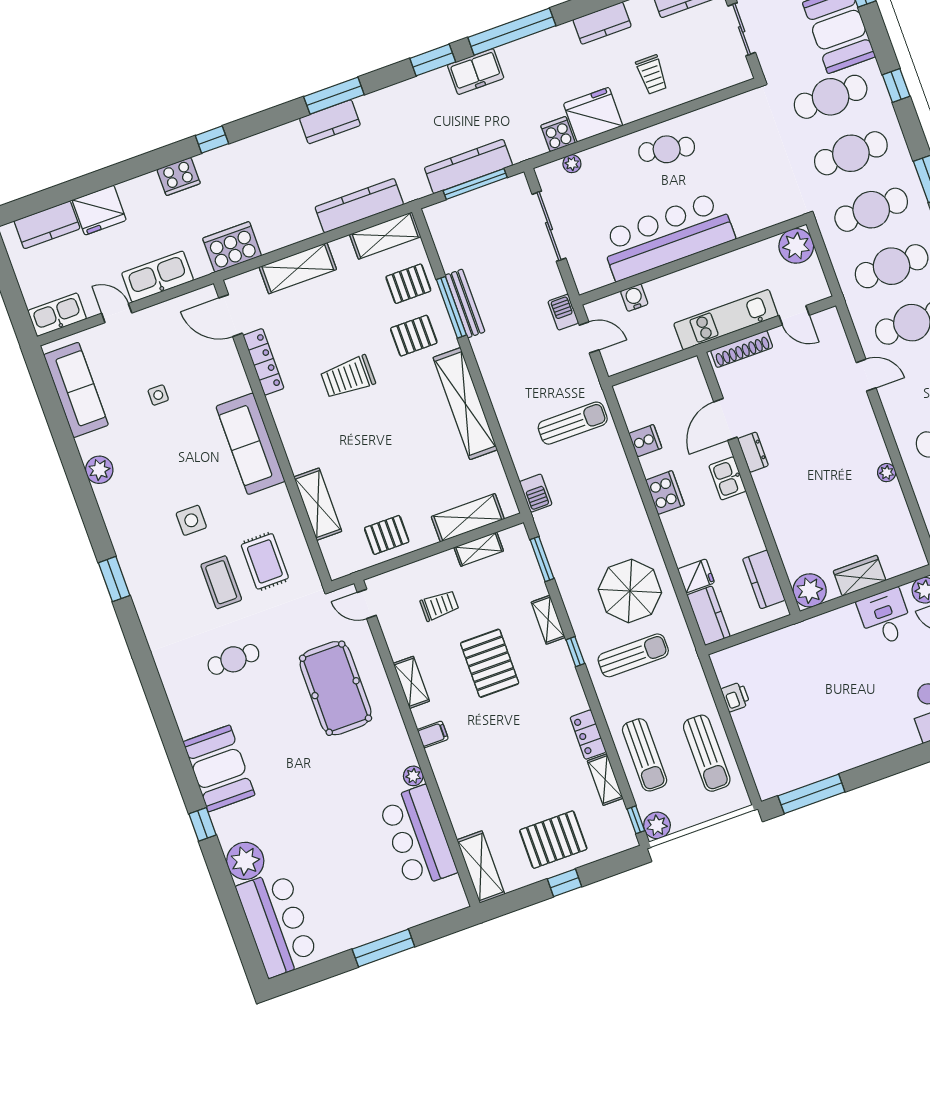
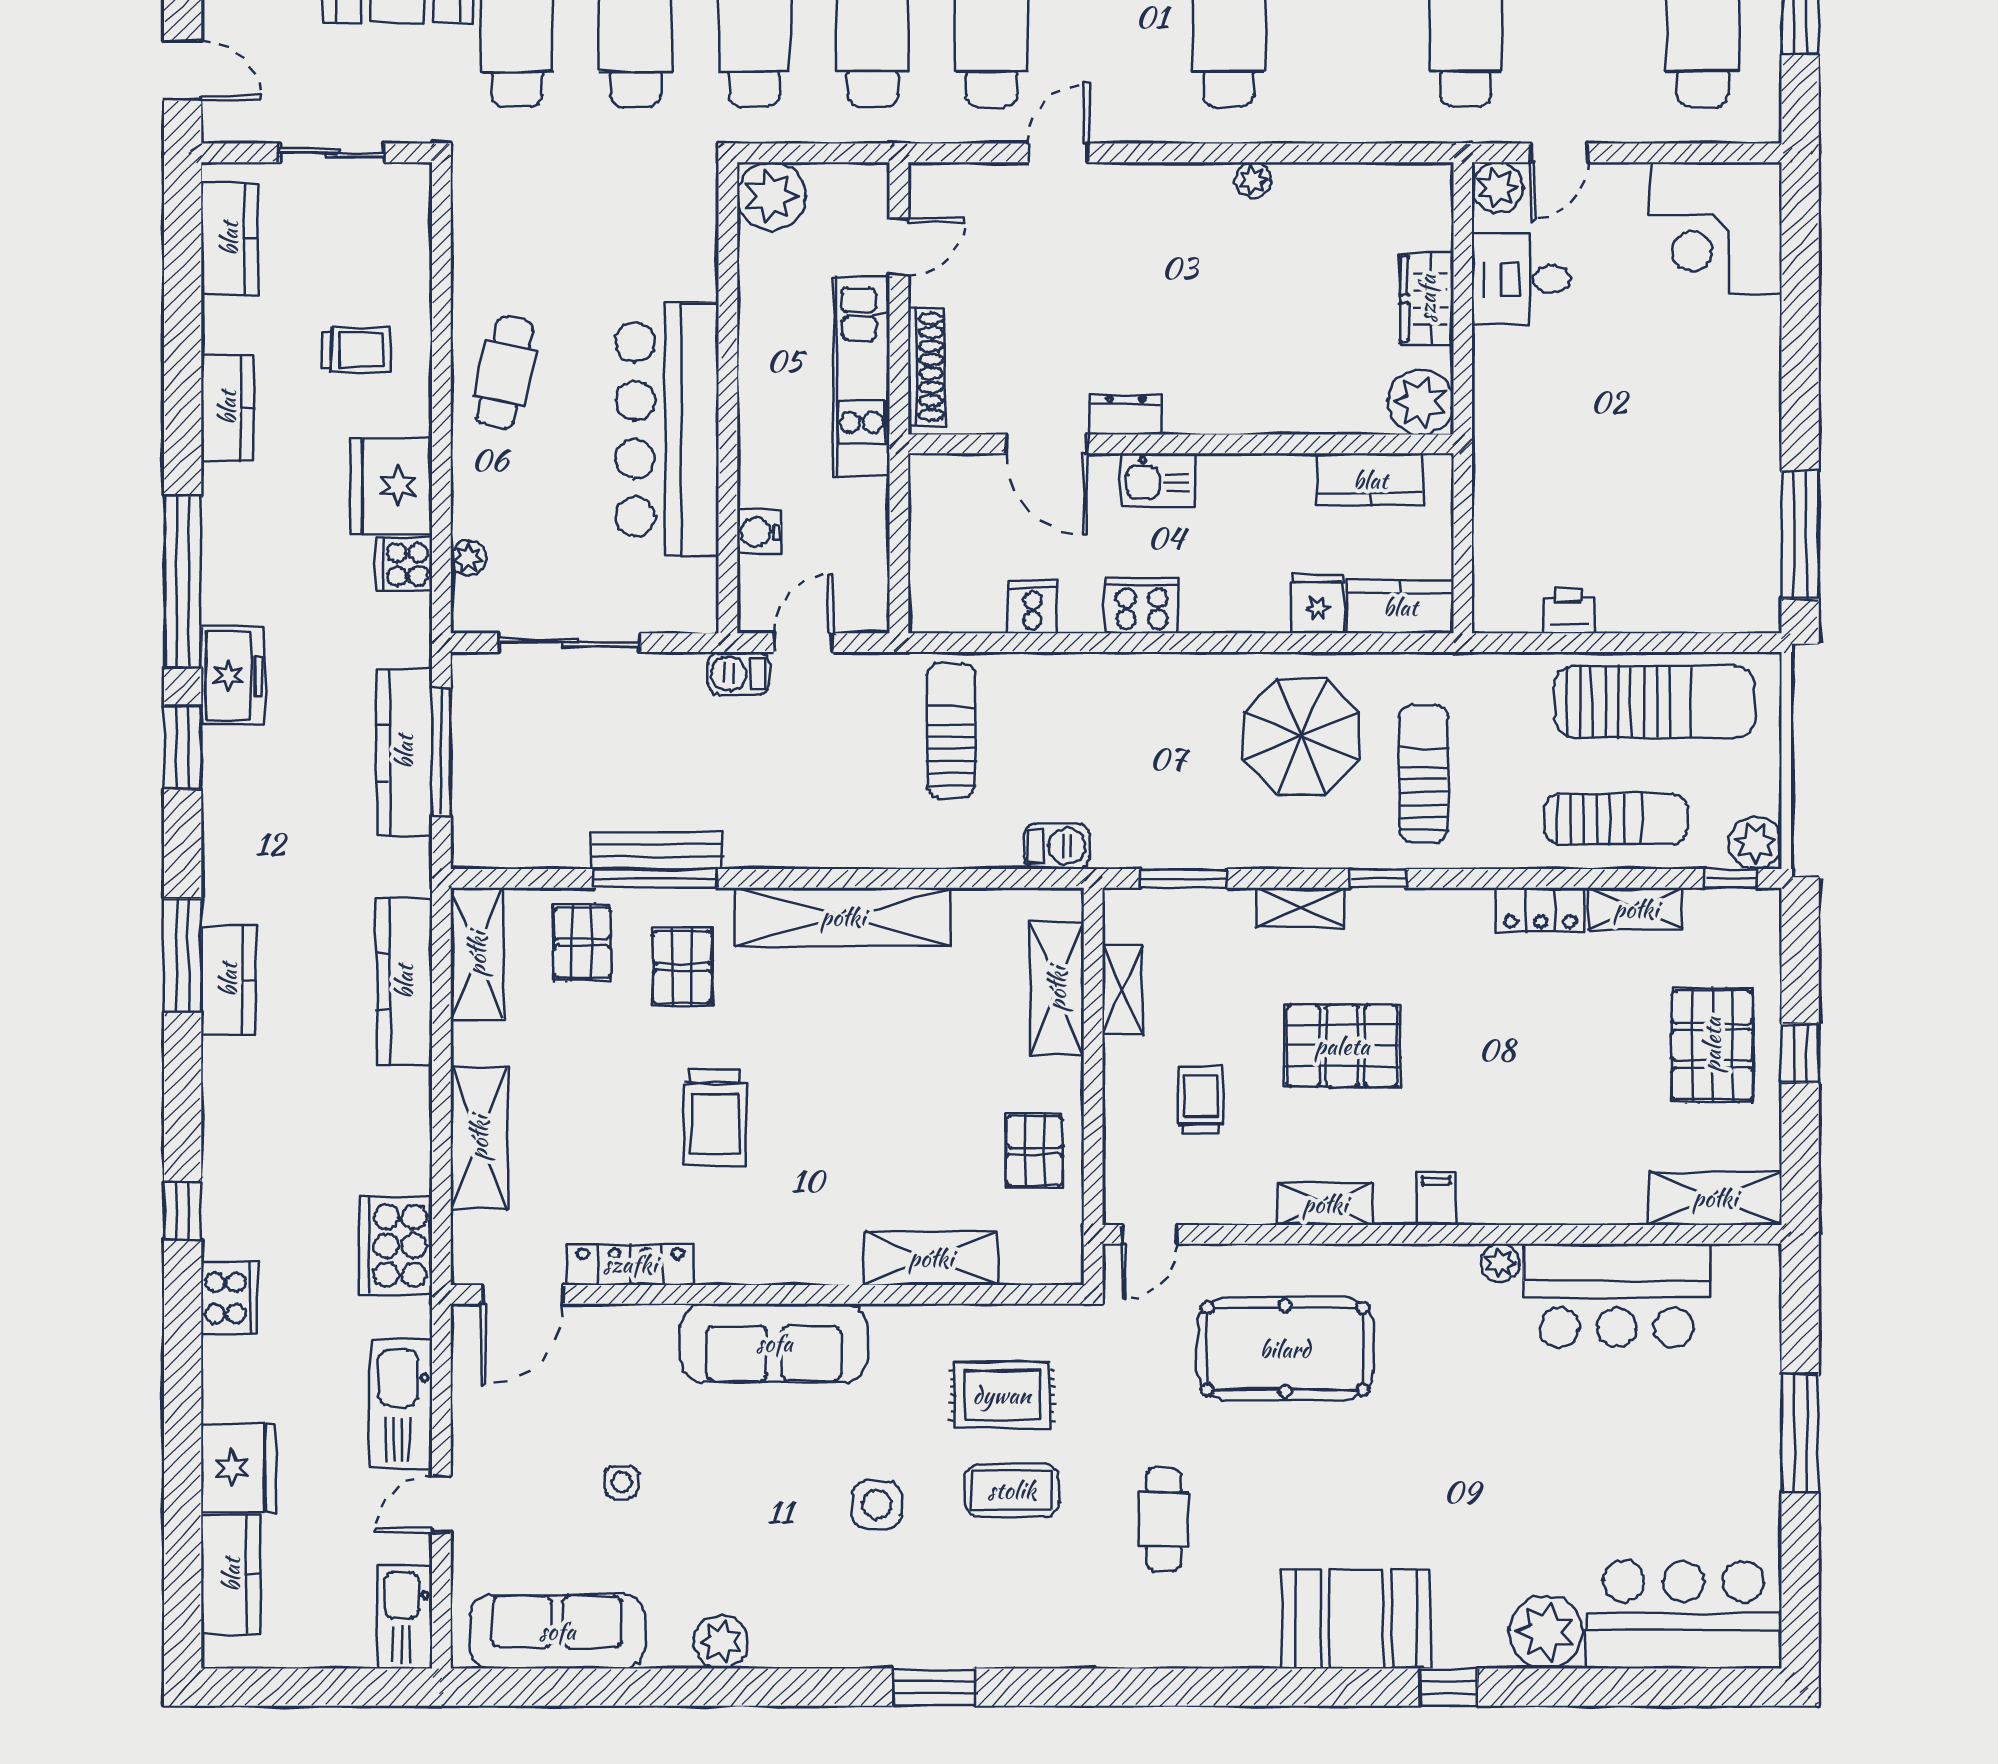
sun lounger: (707, 753) -> (1654, 702), width x1.36, depth x1.34

